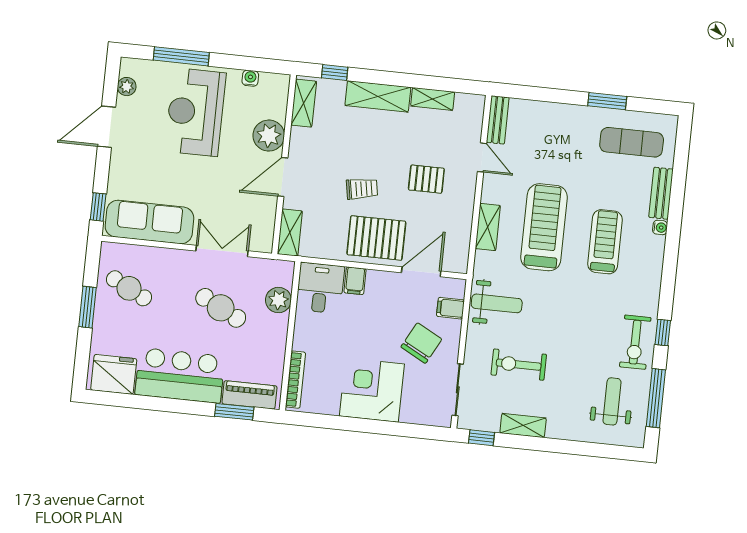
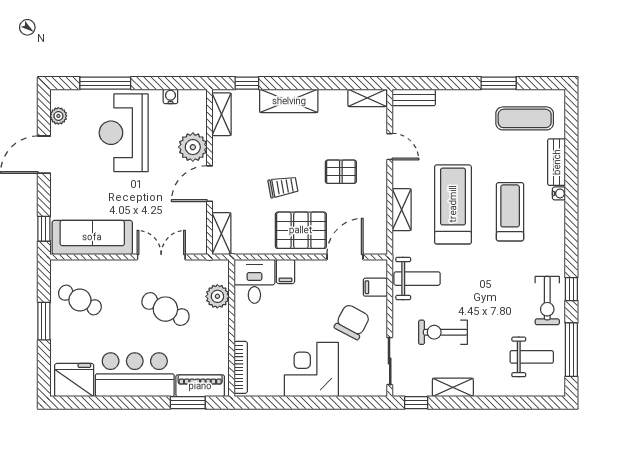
shelving: (433, 99) -> (367, 98), moved
bench: (498, 120) -> (414, 97), moved, turned 90
weight bench: (612, 401) -> (532, 357), turned 90

